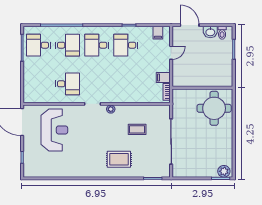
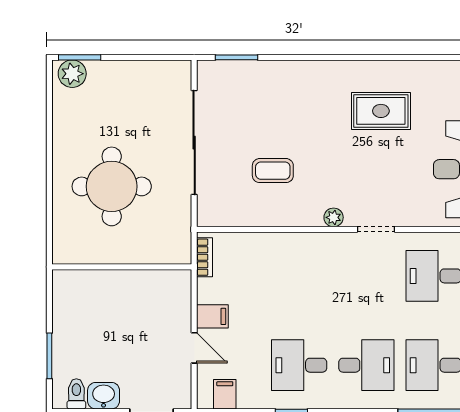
desk: (126, 45) -> (299, 365), turned 180
door: (171, 53) -> (194, 348), swing flipped
filing cabinet: (163, 77) -> (212, 316), moved
round table: (214, 108) -> (112, 186), moved
rug: (119, 159) -> (381, 111), moved

